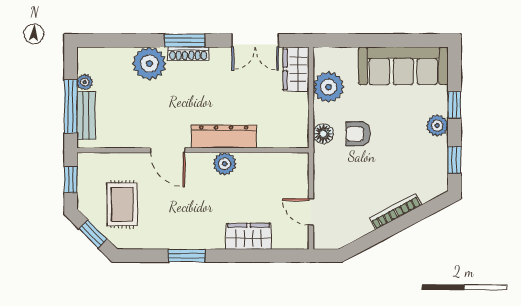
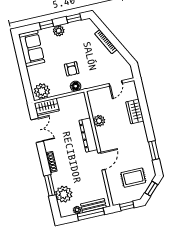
window: (185, 40) -> (50, 185), moved
plant: (149, 63) -> (64, 194), moved
sofa: (403, 66) -> (32, 48), width x0.73
plant: (329, 87) -> (42, 91), moved
plant: (225, 164) -> (99, 121), moved
window: (187, 256) -> (154, 150), moved

